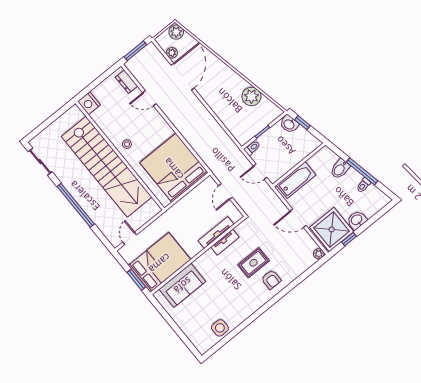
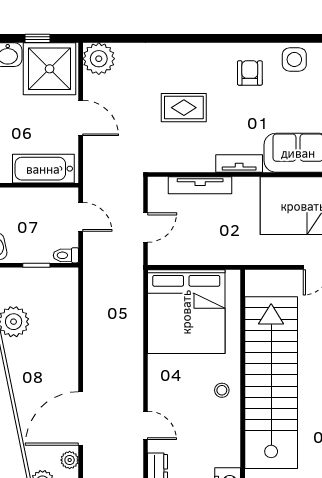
tv unit: (225, 242) -> (239, 163), moved
plant: (319, 254) -> (99, 59), width x1.88, depth x1.88
armchair: (271, 280) -> (250, 73), moved

